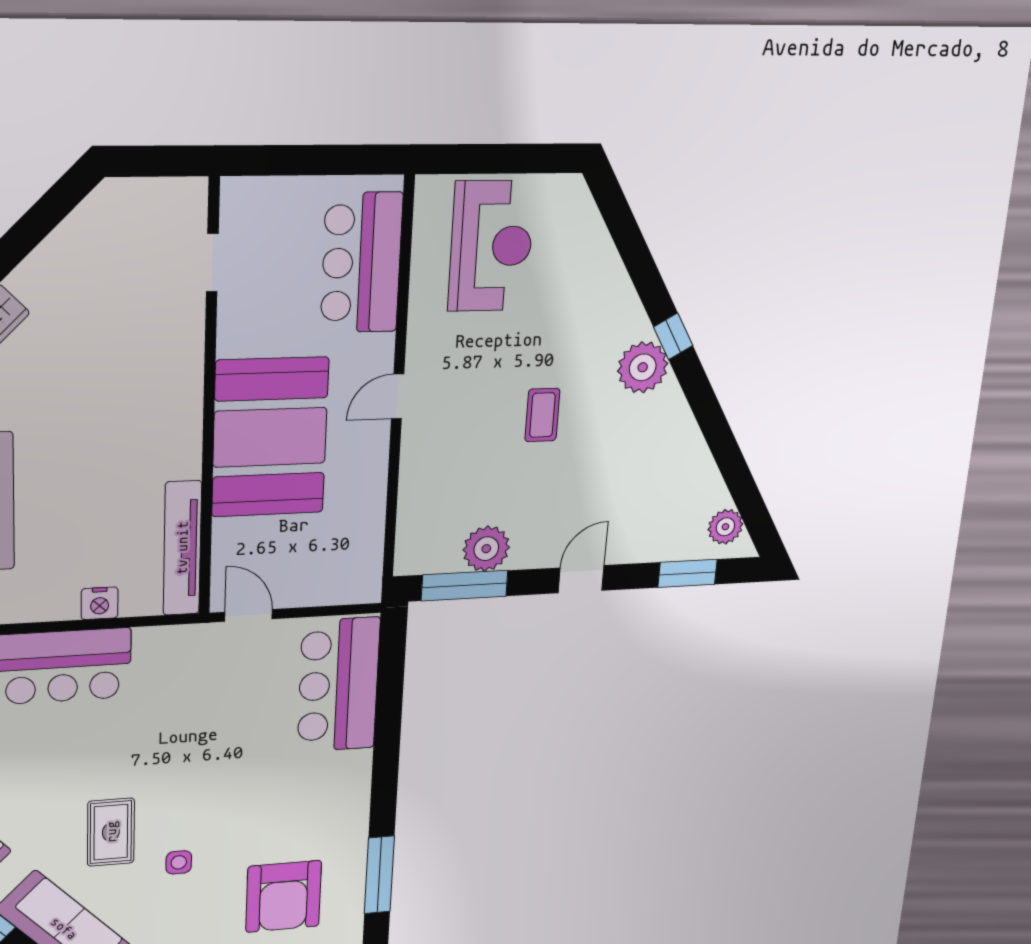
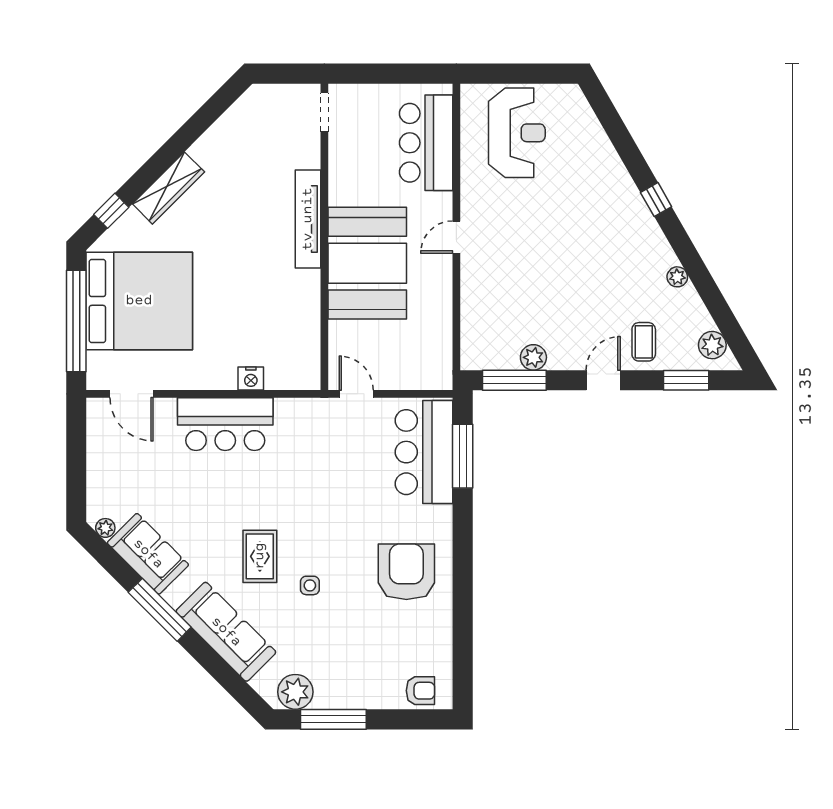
doorway: (212, 263) -> (324, 112), moved
plant: (643, 367) -> (677, 277), moved, width x0.53, depth x0.53
coffee table: (542, 415) -> (644, 342), moved
tv unit: (182, 548) -> (308, 219), moved
plant: (486, 549) -> (533, 357), width x0.73, depth x0.73
window: (379, 875) -> (463, 456), moved
armchair: (284, 896) -> (406, 572), moved, turned 180

